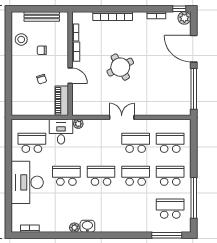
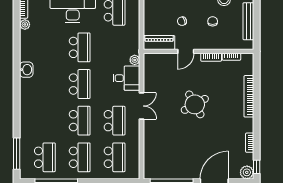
desk: (61, 132) -> (126, 78), moved
plant: (74, 228) -> (25, 24), moved

